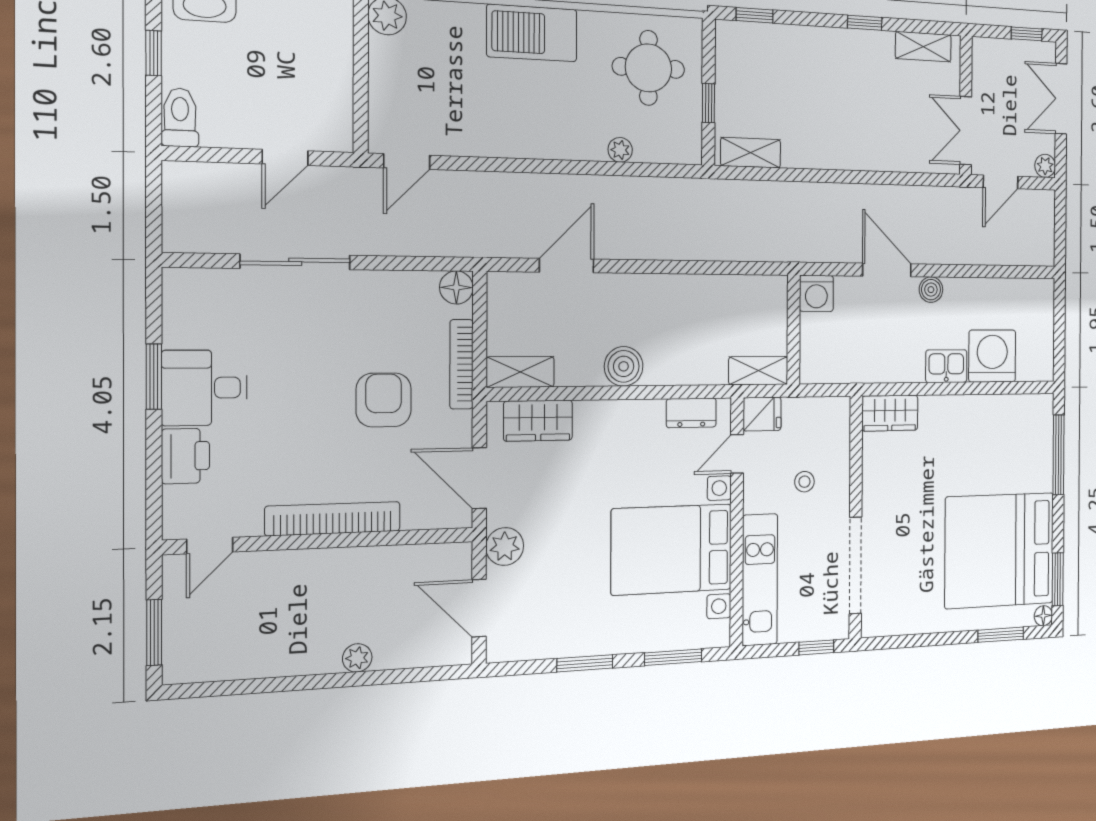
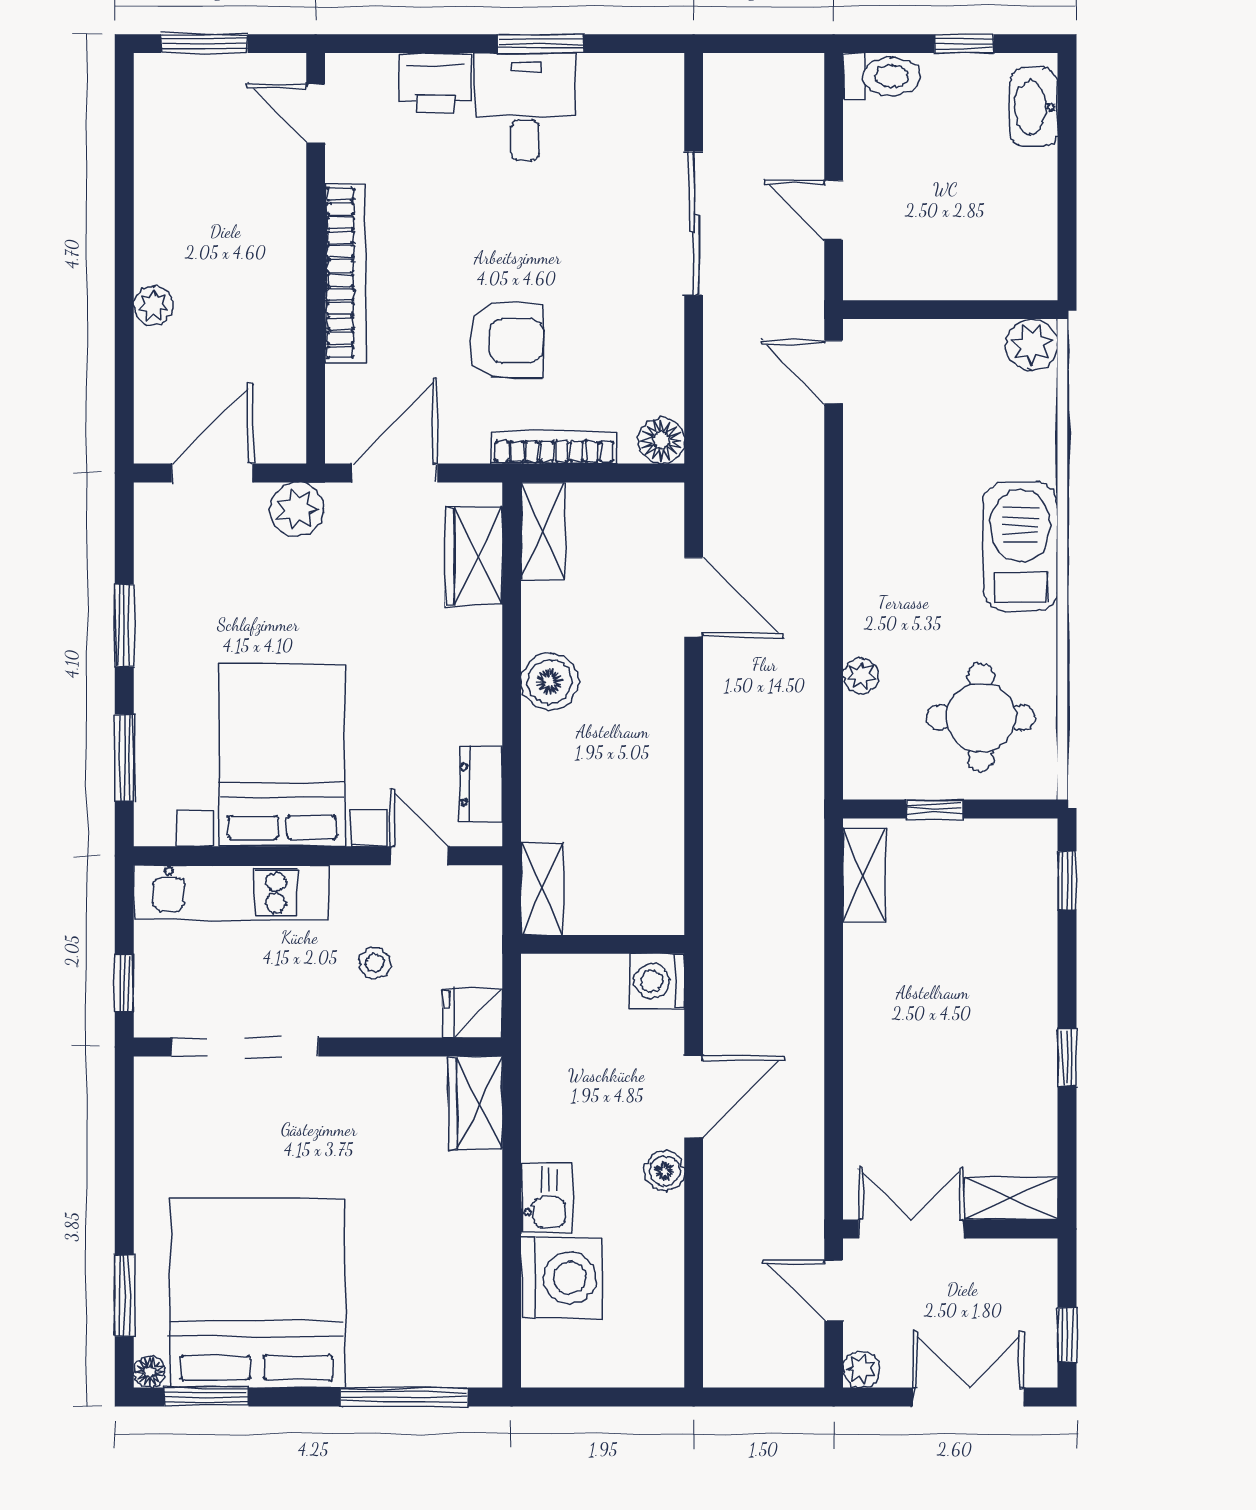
shelving: (923, 47) -> (1011, 1199), moved, turned 90
fridge: (762, 414) -> (472, 1013), moved, turned 90

